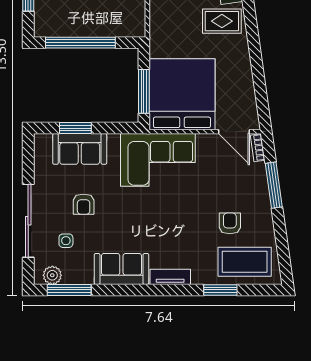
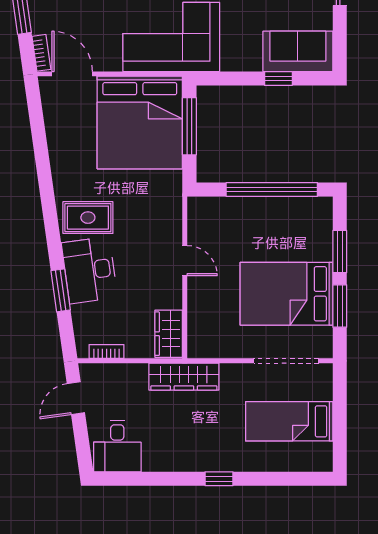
window: (75, 128) -> (278, 78), width x0.67
sofa: (80, 149) -> (298, 51), moved

